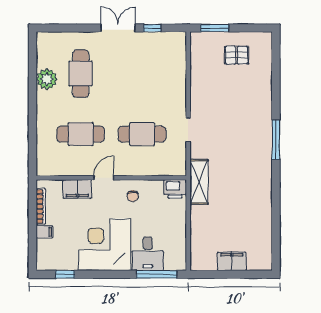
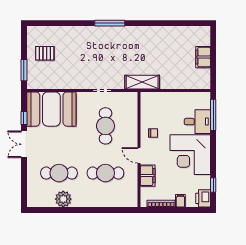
pallet: (237, 55) -> (45, 53), turned 90
booth: (164, 64) -> (51, 109), added
cafe table: (81, 134) -> (105, 173), turned 90
printer: (175, 189) -> (203, 198), moved, turned 180

